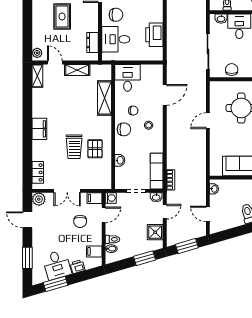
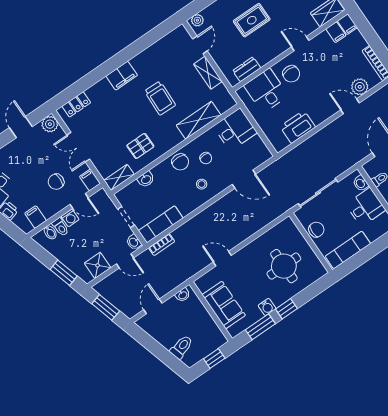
shelving: (37, 76) -> (119, 177), moved
door: (208, 121) -> (222, 259), moved
trolley: (74, 147) -> (160, 98), moved, turned -88
washing machine: (111, 198) -> (70, 218), moved

